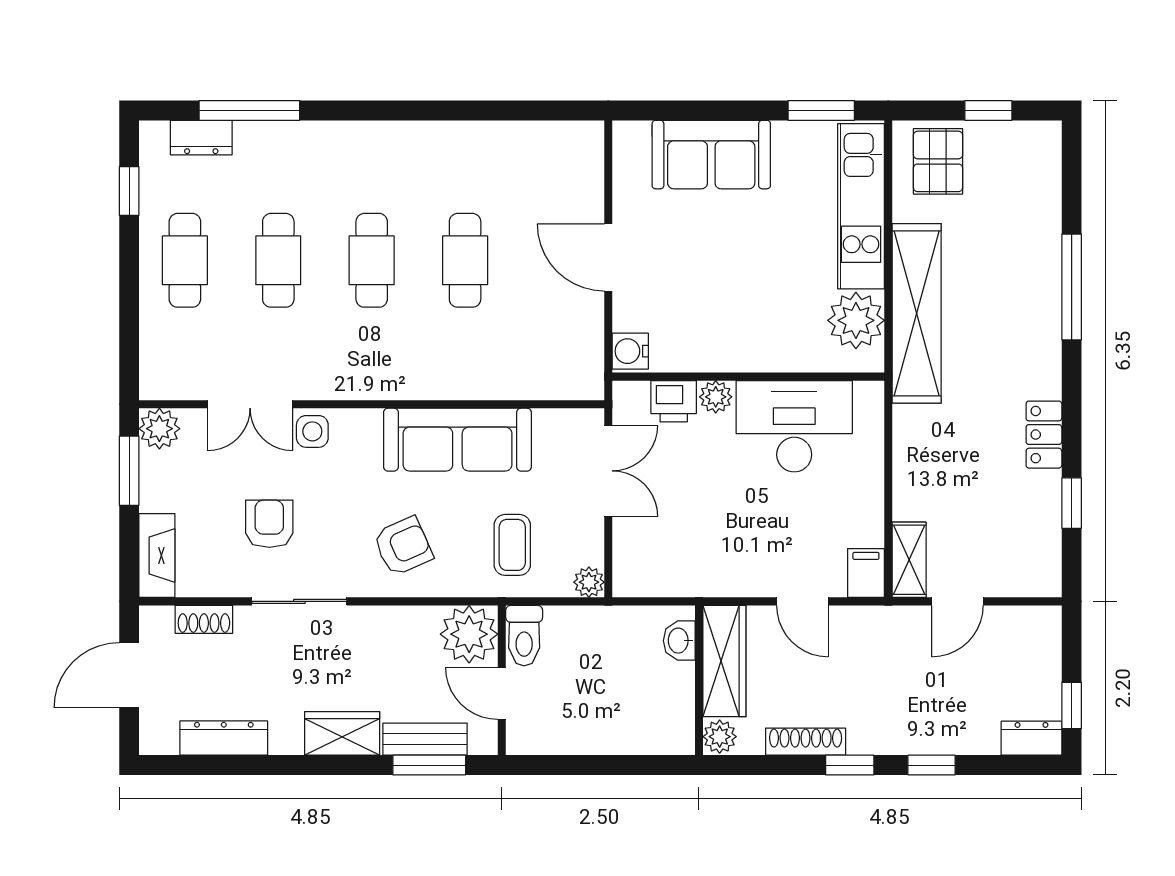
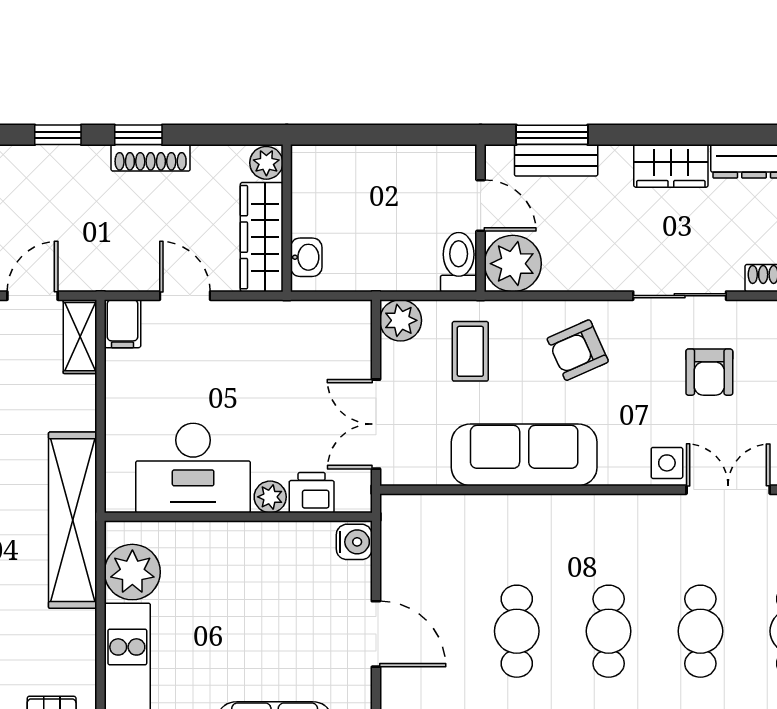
shelving: (917, 313) -> (73, 520), moved
plant: (589, 582) -> (401, 320), width x1.38, depth x1.38
wardrobe: (342, 733) -> (671, 166), moved
shoe rack: (806, 742) -> (151, 158), moved

